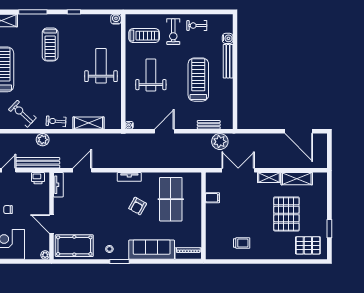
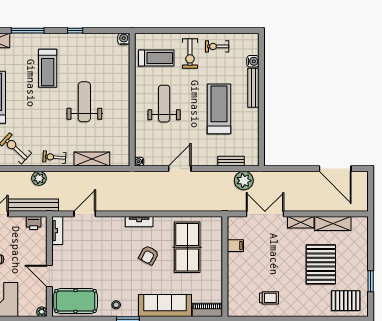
weight bench: (101, 66) -> (84, 102), moved

